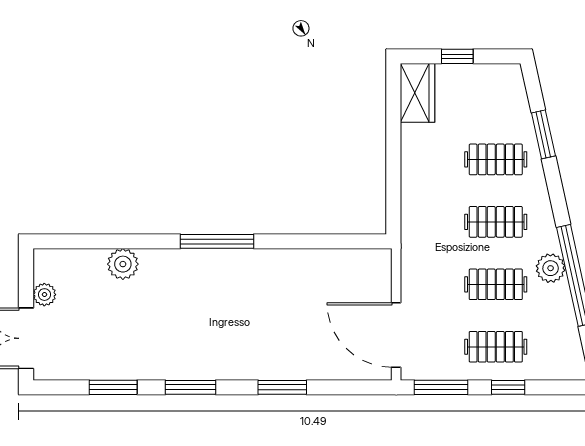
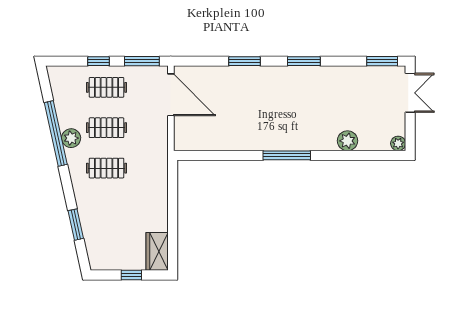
clothes rail: (496, 159) -> (106, 208), removed
plant: (44, 295) -> (398, 143), moved
window: (113, 387) -> (382, 61), moved

